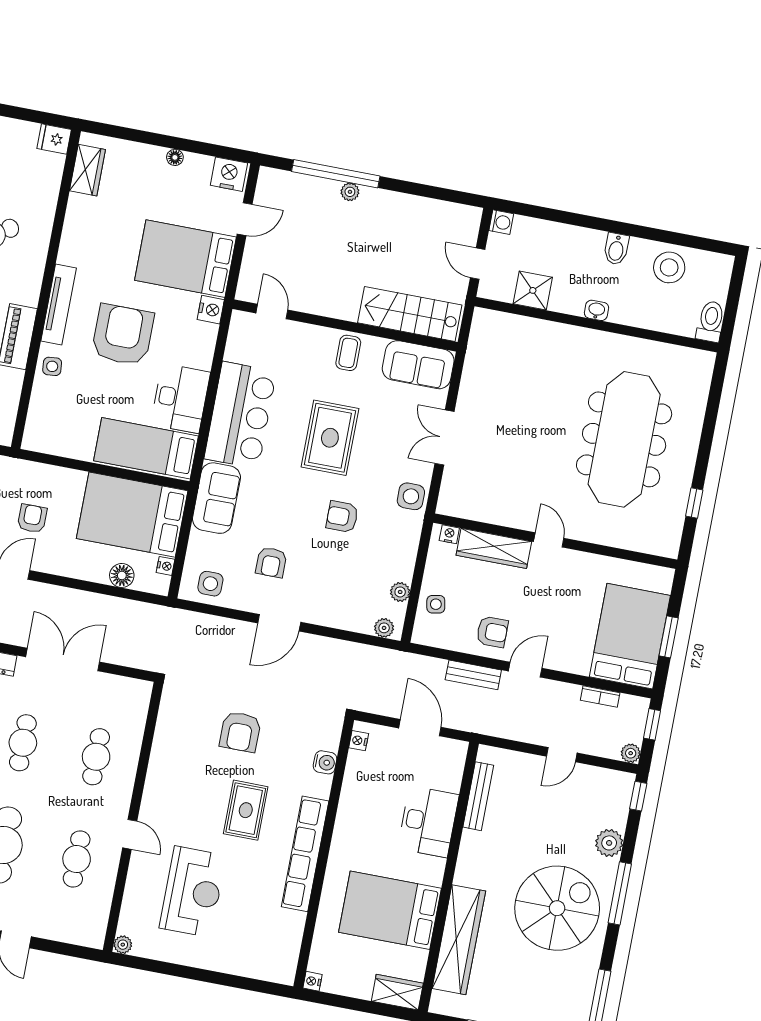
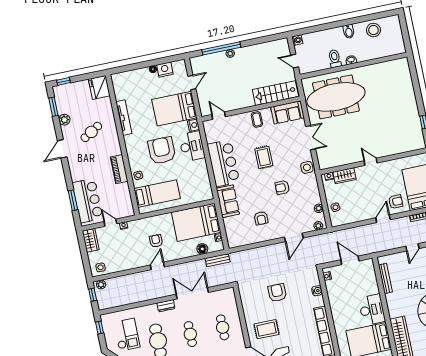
fridge: (54, 139) -> (99, 87), width x1.88, depth x1.34
wardrobe: (87, 170) -> (119, 89), removed
nightstand: (229, 174) -> (165, 69), moved
shower: (533, 290) -> (322, 63), removed
tv unit: (59, 305) -> (124, 118), moved
toilet: (711, 321) -> (335, 59), moved
desk: (180, 398) -> (192, 146), moved
double door: (444, 437) -> (311, 138), swing flipped
rug: (330, 438) -> (264, 157), width x0.73, depth x0.70
meeting table: (624, 439) -> (336, 97), moved, turned 90
bed: (146, 448) -> (157, 194), moved, turned 180
wardrobe: (494, 548) -> (344, 176), width x0.67
side table: (210, 584) -> (240, 237), removed
door: (279, 623) -> (294, 237), moved
armchair: (492, 632) -> (396, 202), moved
bench: (473, 675) -> (218, 260), moved
armchair: (240, 732) -> (277, 293), turned 180
rug: (246, 810) -> (266, 329), moved, turned 90
desk: (428, 822) -> (372, 310), moved

